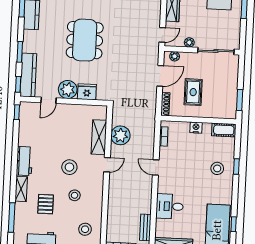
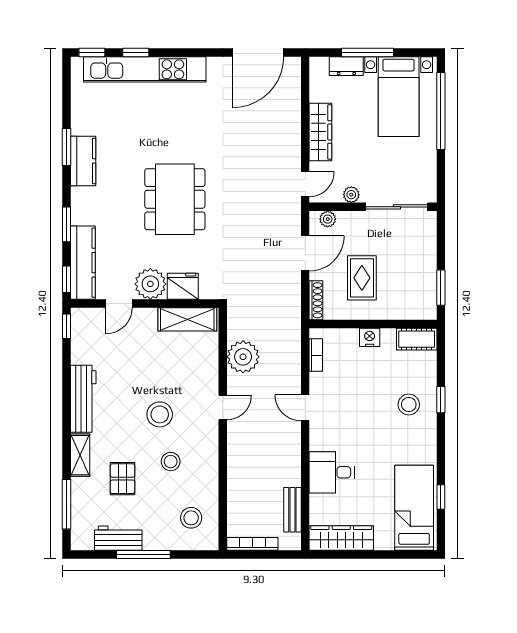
shelving: (99, 137) -> (187, 319), moved, turned 90
workbench: (24, 161) -> (83, 399), width x1.38

